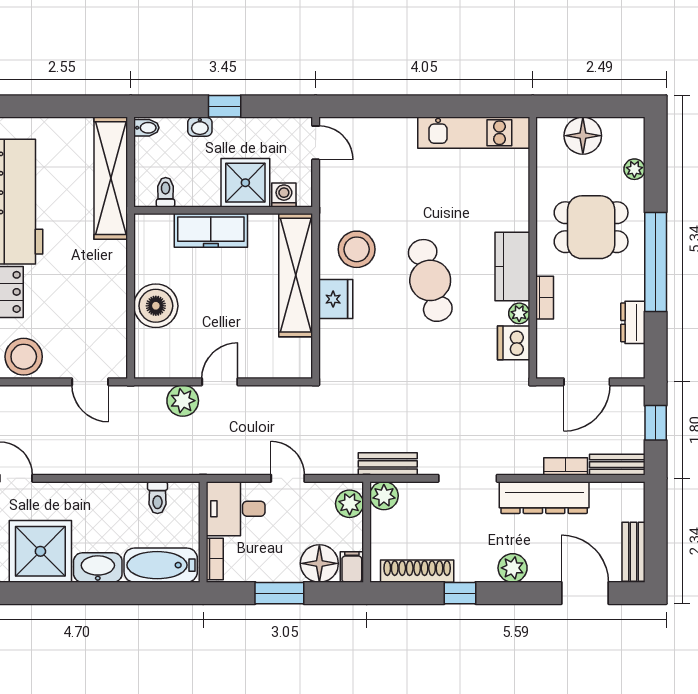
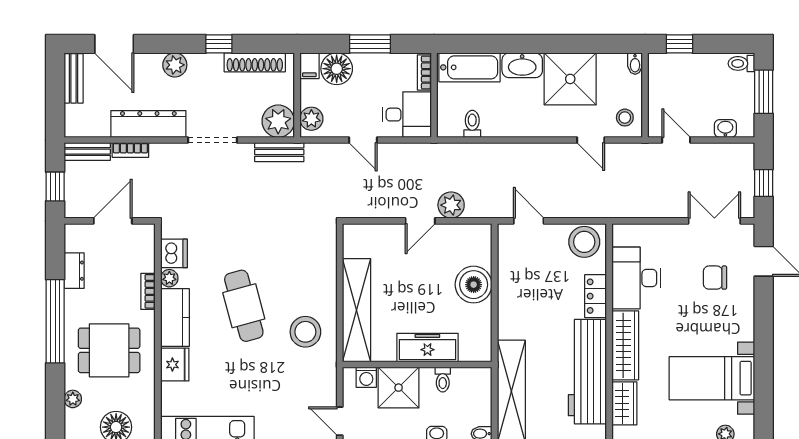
toilet: (166, 192) -> (443, 380), moved
fridge: (336, 299) -> (175, 365), moved, turned 180
plant: (384, 496) -> (278, 121), width x1.36, depth x1.36

